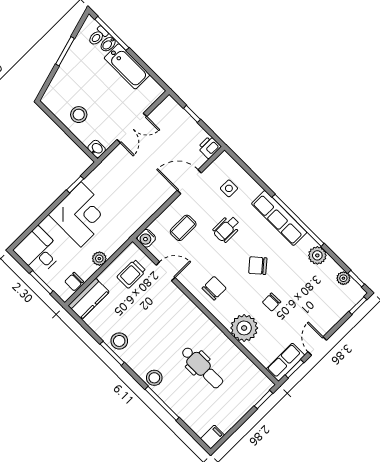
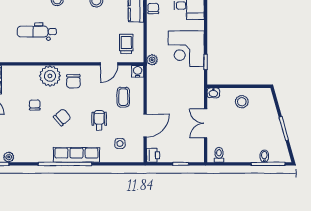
toilet: (98, 36) -> (219, 155), moved
bathtub: (127, 66) -> (242, 154), removed
plant: (317, 255) -> (35, 155), removed
plant: (99, 259) -> (152, 60), moved
plant: (244, 328) -> (50, 76), moved

